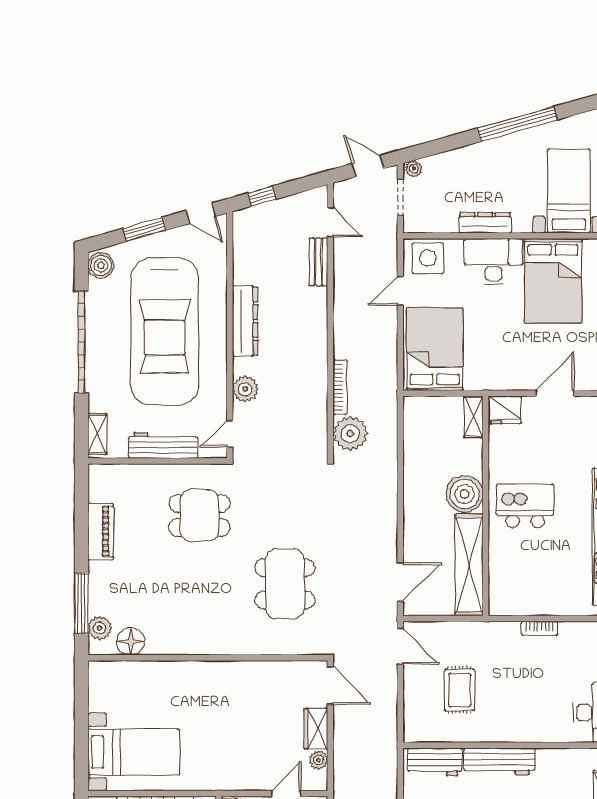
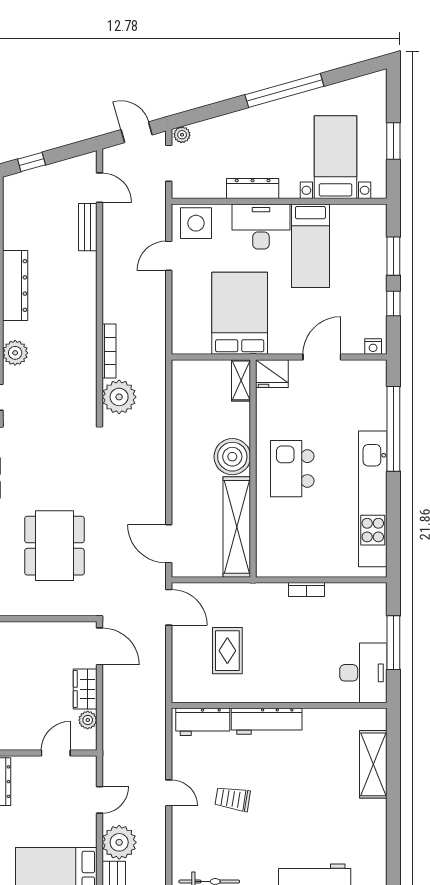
bed: (553, 281) -> (310, 246), width x0.67
bed: (435, 349) -> (240, 313), moved
kitchen island: (525, 506) -> (292, 469), turned -90
door: (400, 582) -> (169, 544), swing flipped

